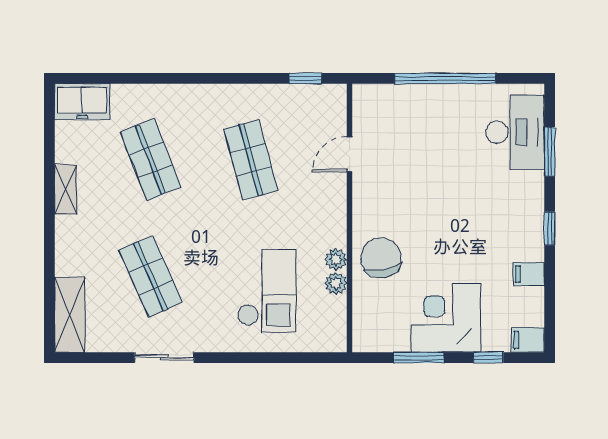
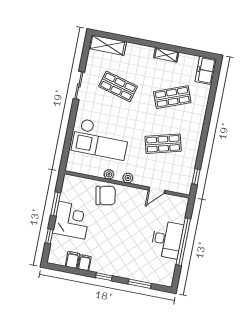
desk: (515, 132) -> (167, 239), moved, turned -90
door: (349, 154) -> (157, 190), swing flipped
shop shelf: (151, 276) -> (118, 86), turned 39
plant: (336, 283) -> (128, 178), moved
checkout: (267, 291) -> (101, 139), width x1.36, depth x1.21
filing cabinet: (528, 340) -> (72, 260), moved

